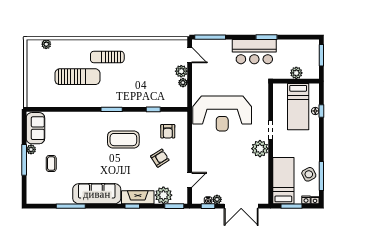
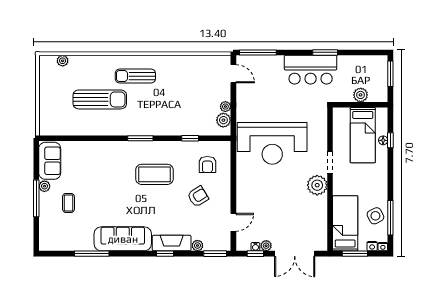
plant: (181, 71) -> (223, 120), moved
plant: (163, 195) -> (197, 246), width x0.53, depth x0.53

